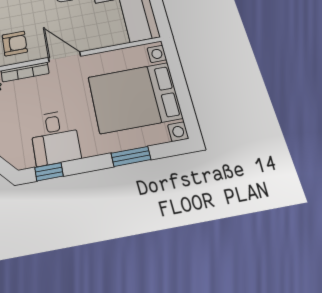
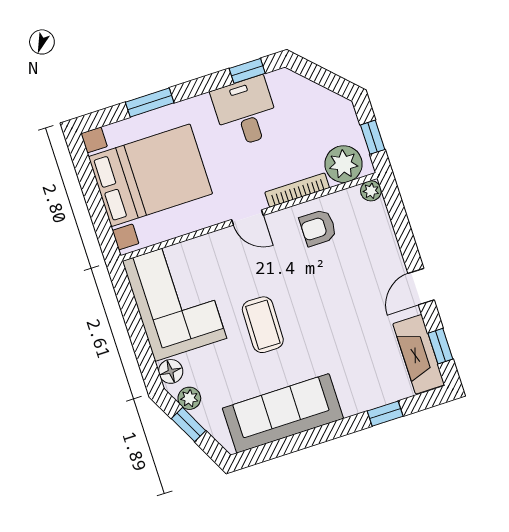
door: (65, 57) -> (247, 217), width x0.73

